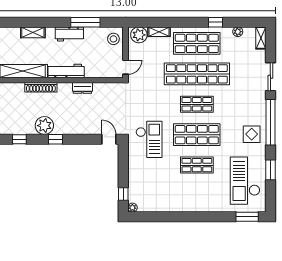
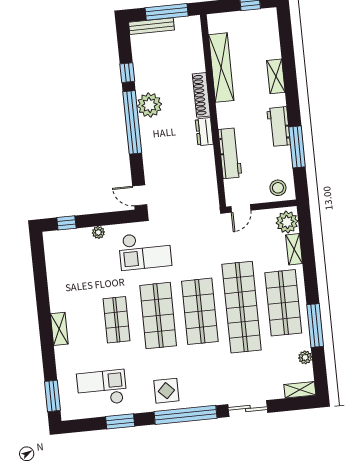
window: (215, 22) -> (315, 325), width x2.17
door: (126, 67) -> (241, 208), hinge flipped
workbench: (66, 71) -> (230, 153), moved
dresser: (82, 88) -> (204, 132), moved
shop shelf: (197, 104) -> (200, 311), width x1.43, depth x1.36
window: (56, 139) -> (132, 122), width x3.17
door: (109, 139) -> (140, 195), swing flipped
checkout: (245, 181) -> (102, 388), width x0.73, depth x0.83
shelving: (199, 207) -> (59, 329), added
plant: (132, 208) -> (98, 232), moved

